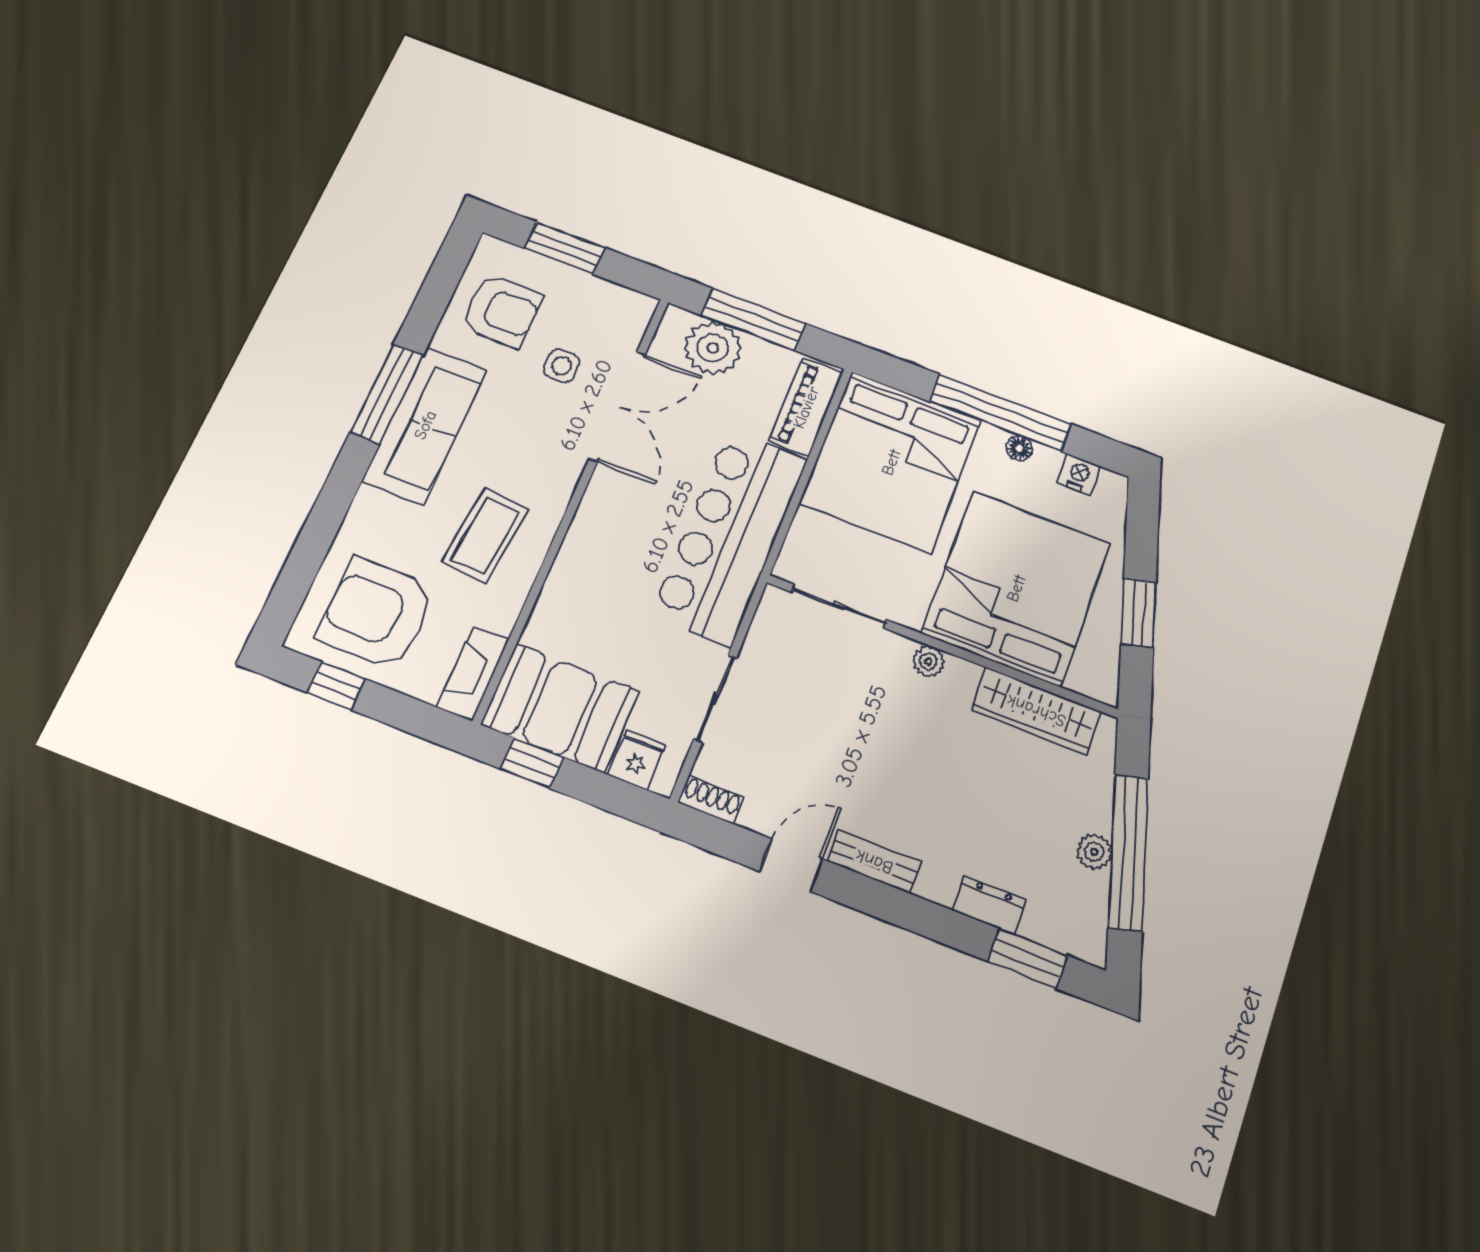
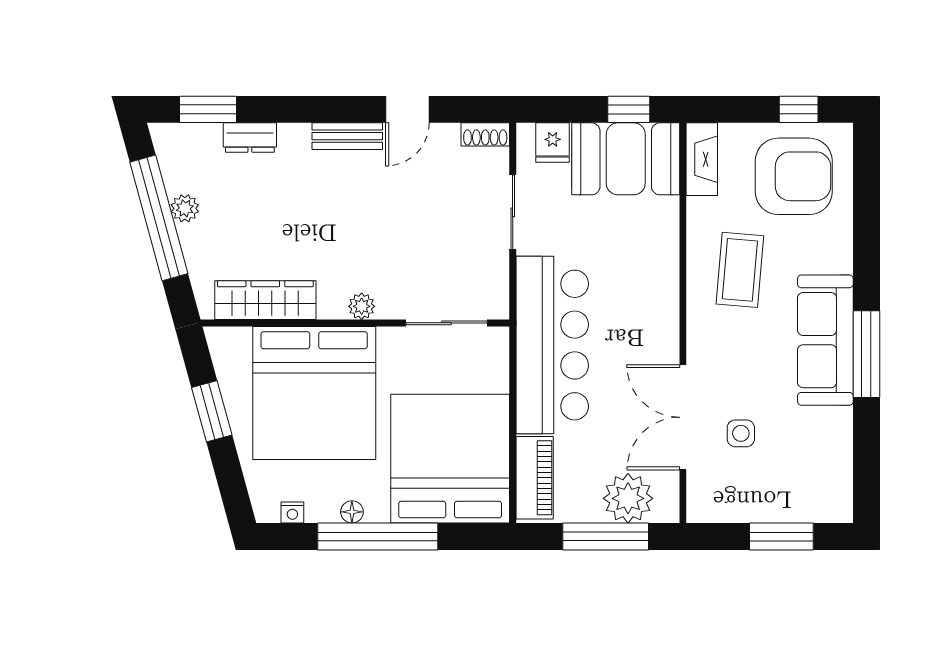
armchair: (502, 311) -> (808, 461), removed
nightstand: (1079, 475) -> (292, 513), width x0.72, depth x0.74

